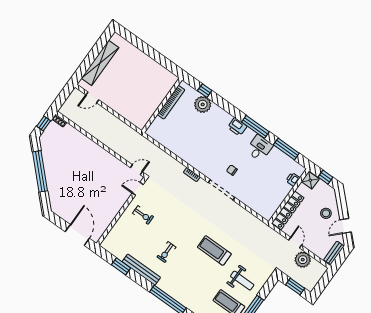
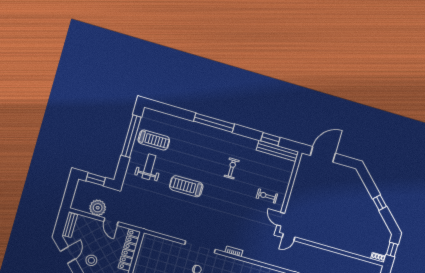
window: (40, 171) -> (380, 203), width x0.32
door: (138, 189) -> (281, 219), swing flipped
door: (77, 235) -> (323, 154), swing flipped
treadmill: (214, 250) -> (186, 186), turned 180
bench: (141, 270) -> (277, 151), moved
weight bench: (242, 281) -> (149, 167), turned 90

